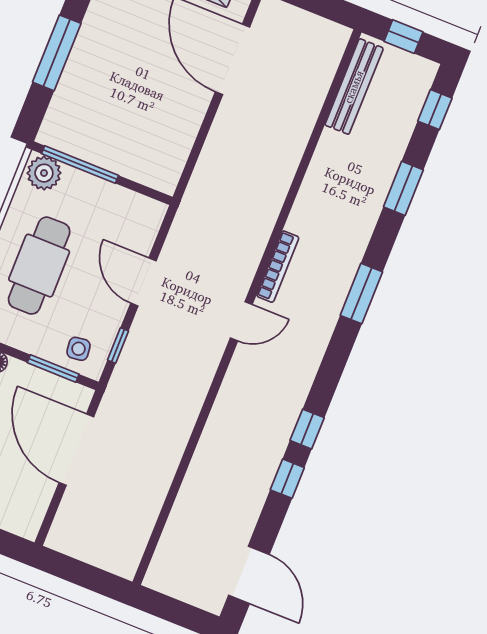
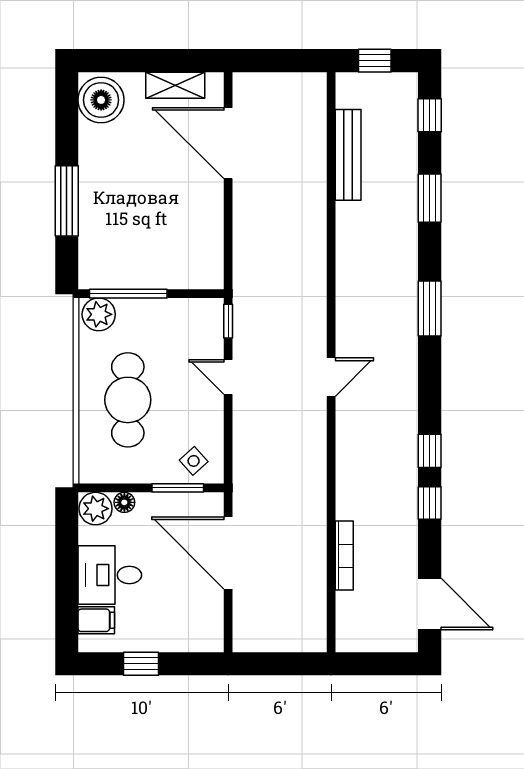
bench: (354, 87) -> (348, 155), moved
bookcase: (278, 267) -> (344, 556), moved
door: (143, 282) -> (228, 377), width x0.73
window: (118, 346) -> (228, 321), moved
side table: (79, 349) -> (194, 461), turned -35

